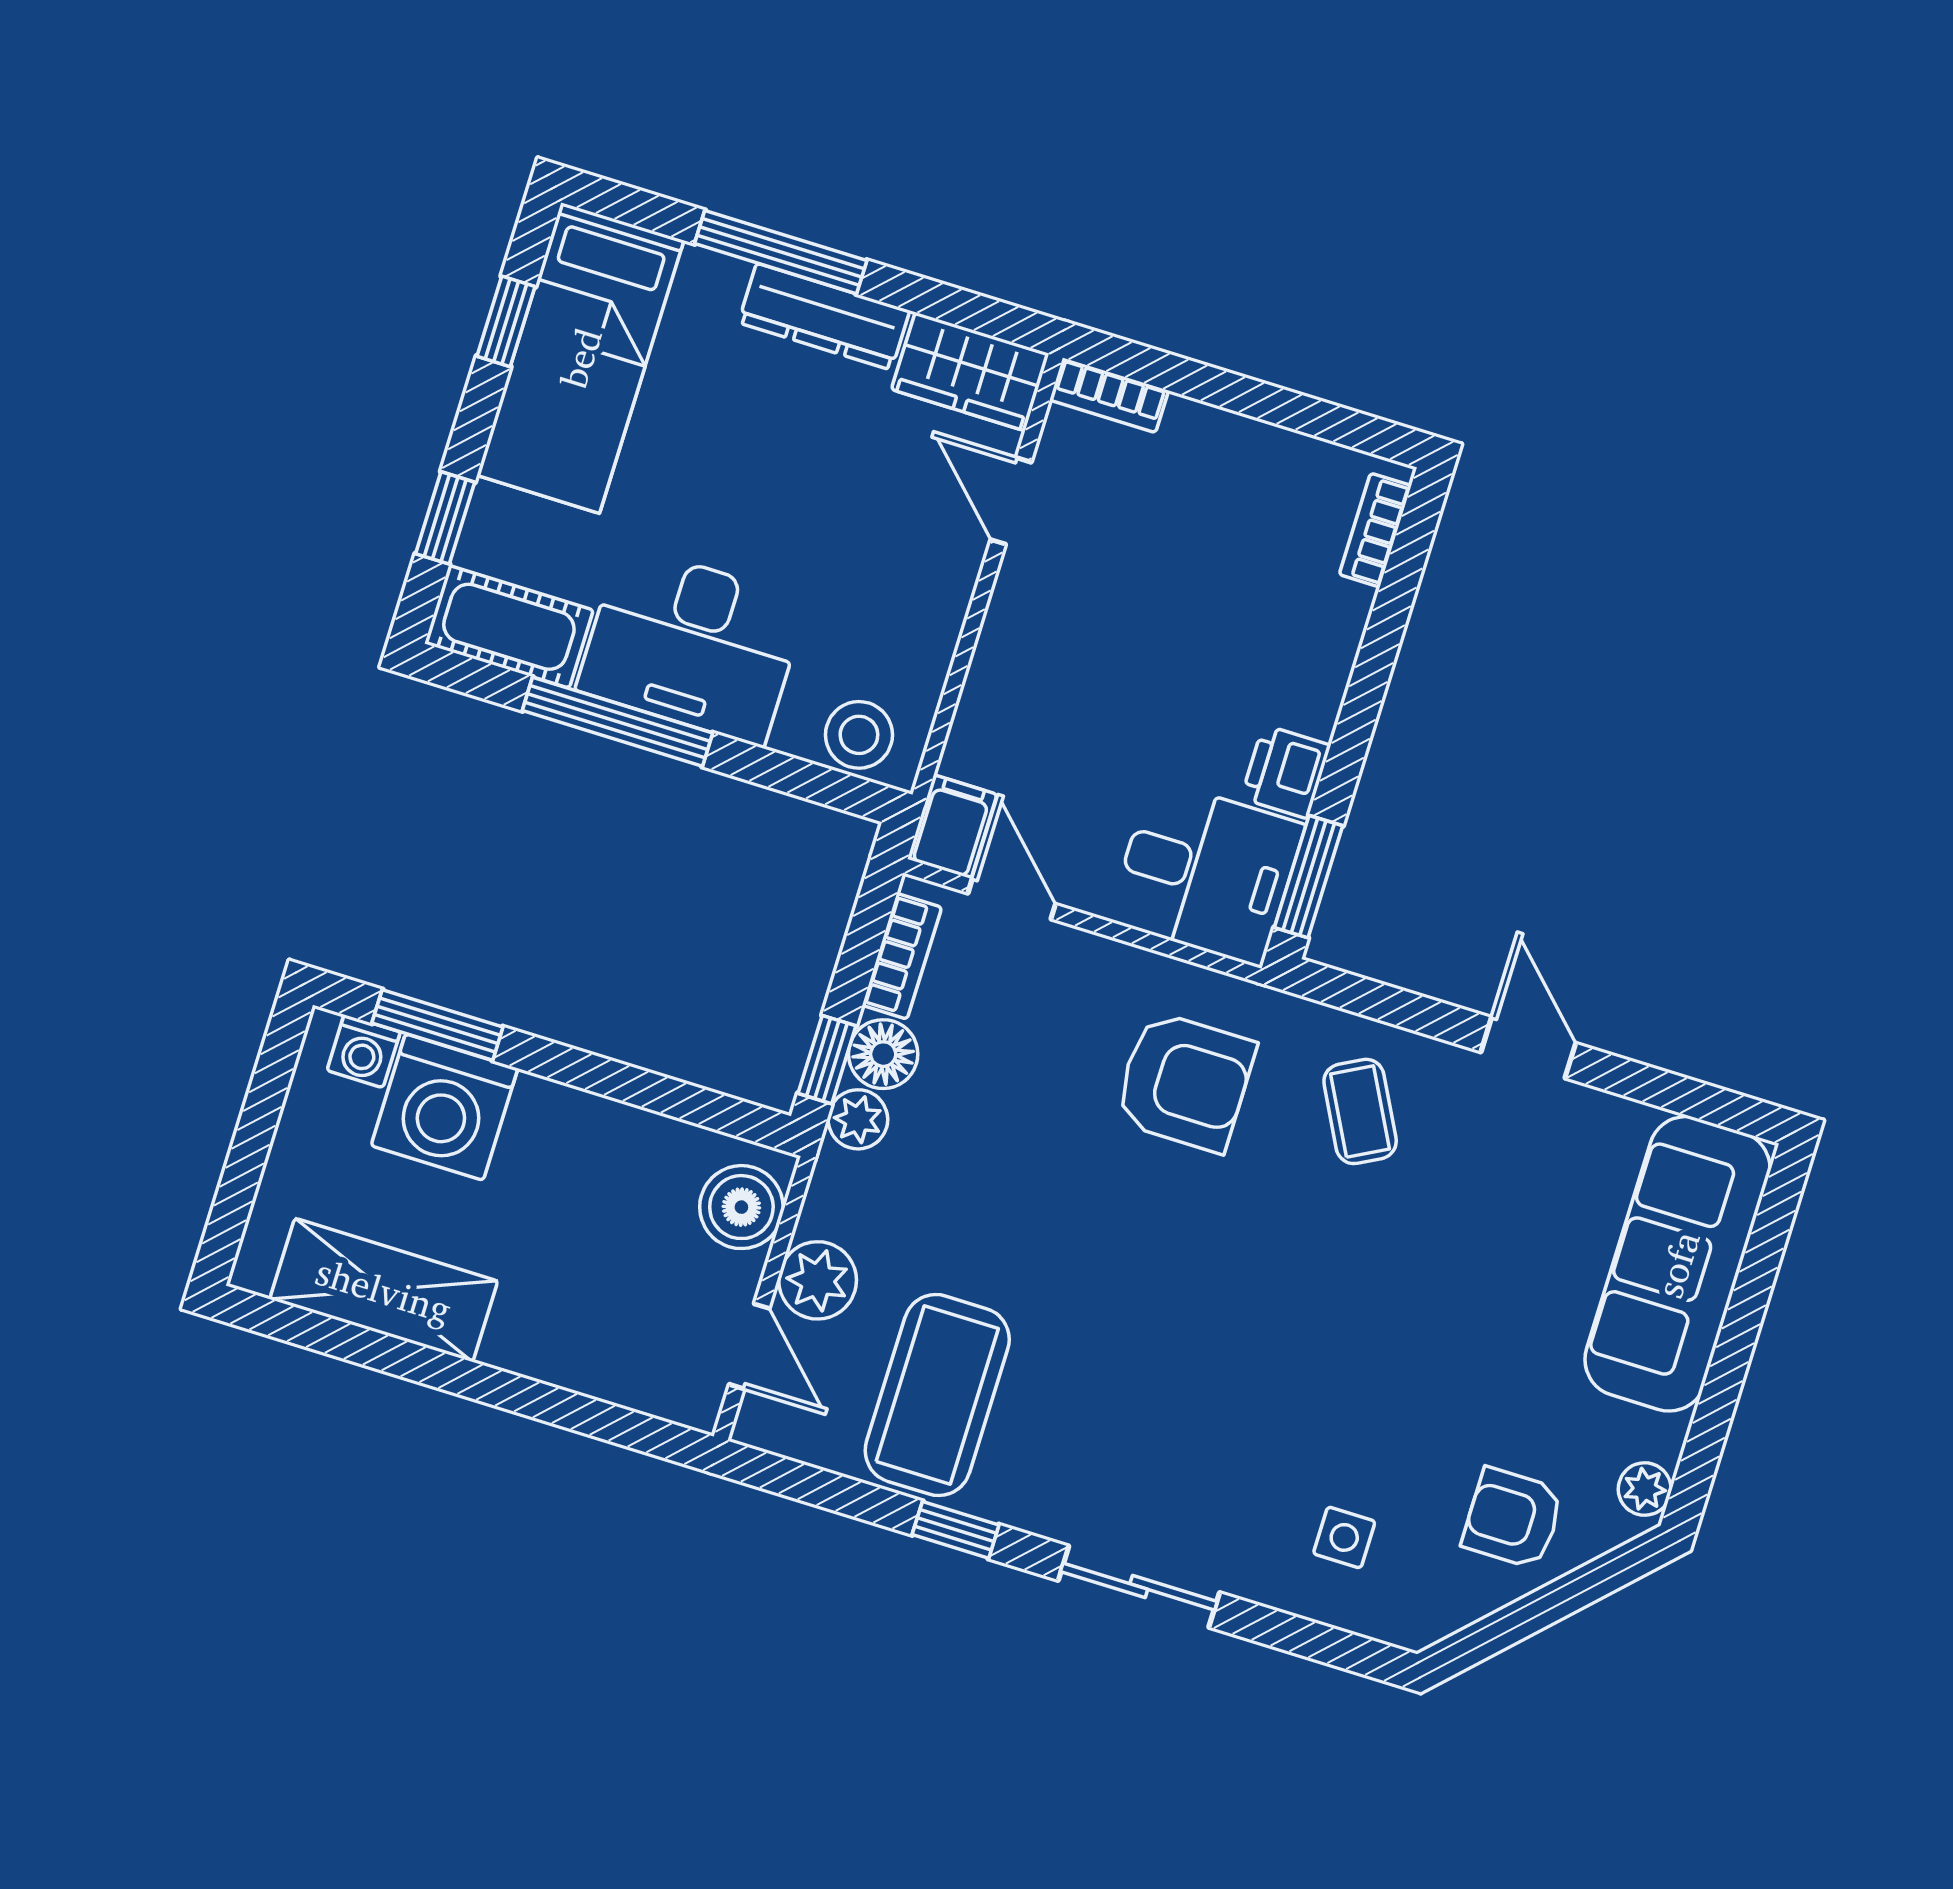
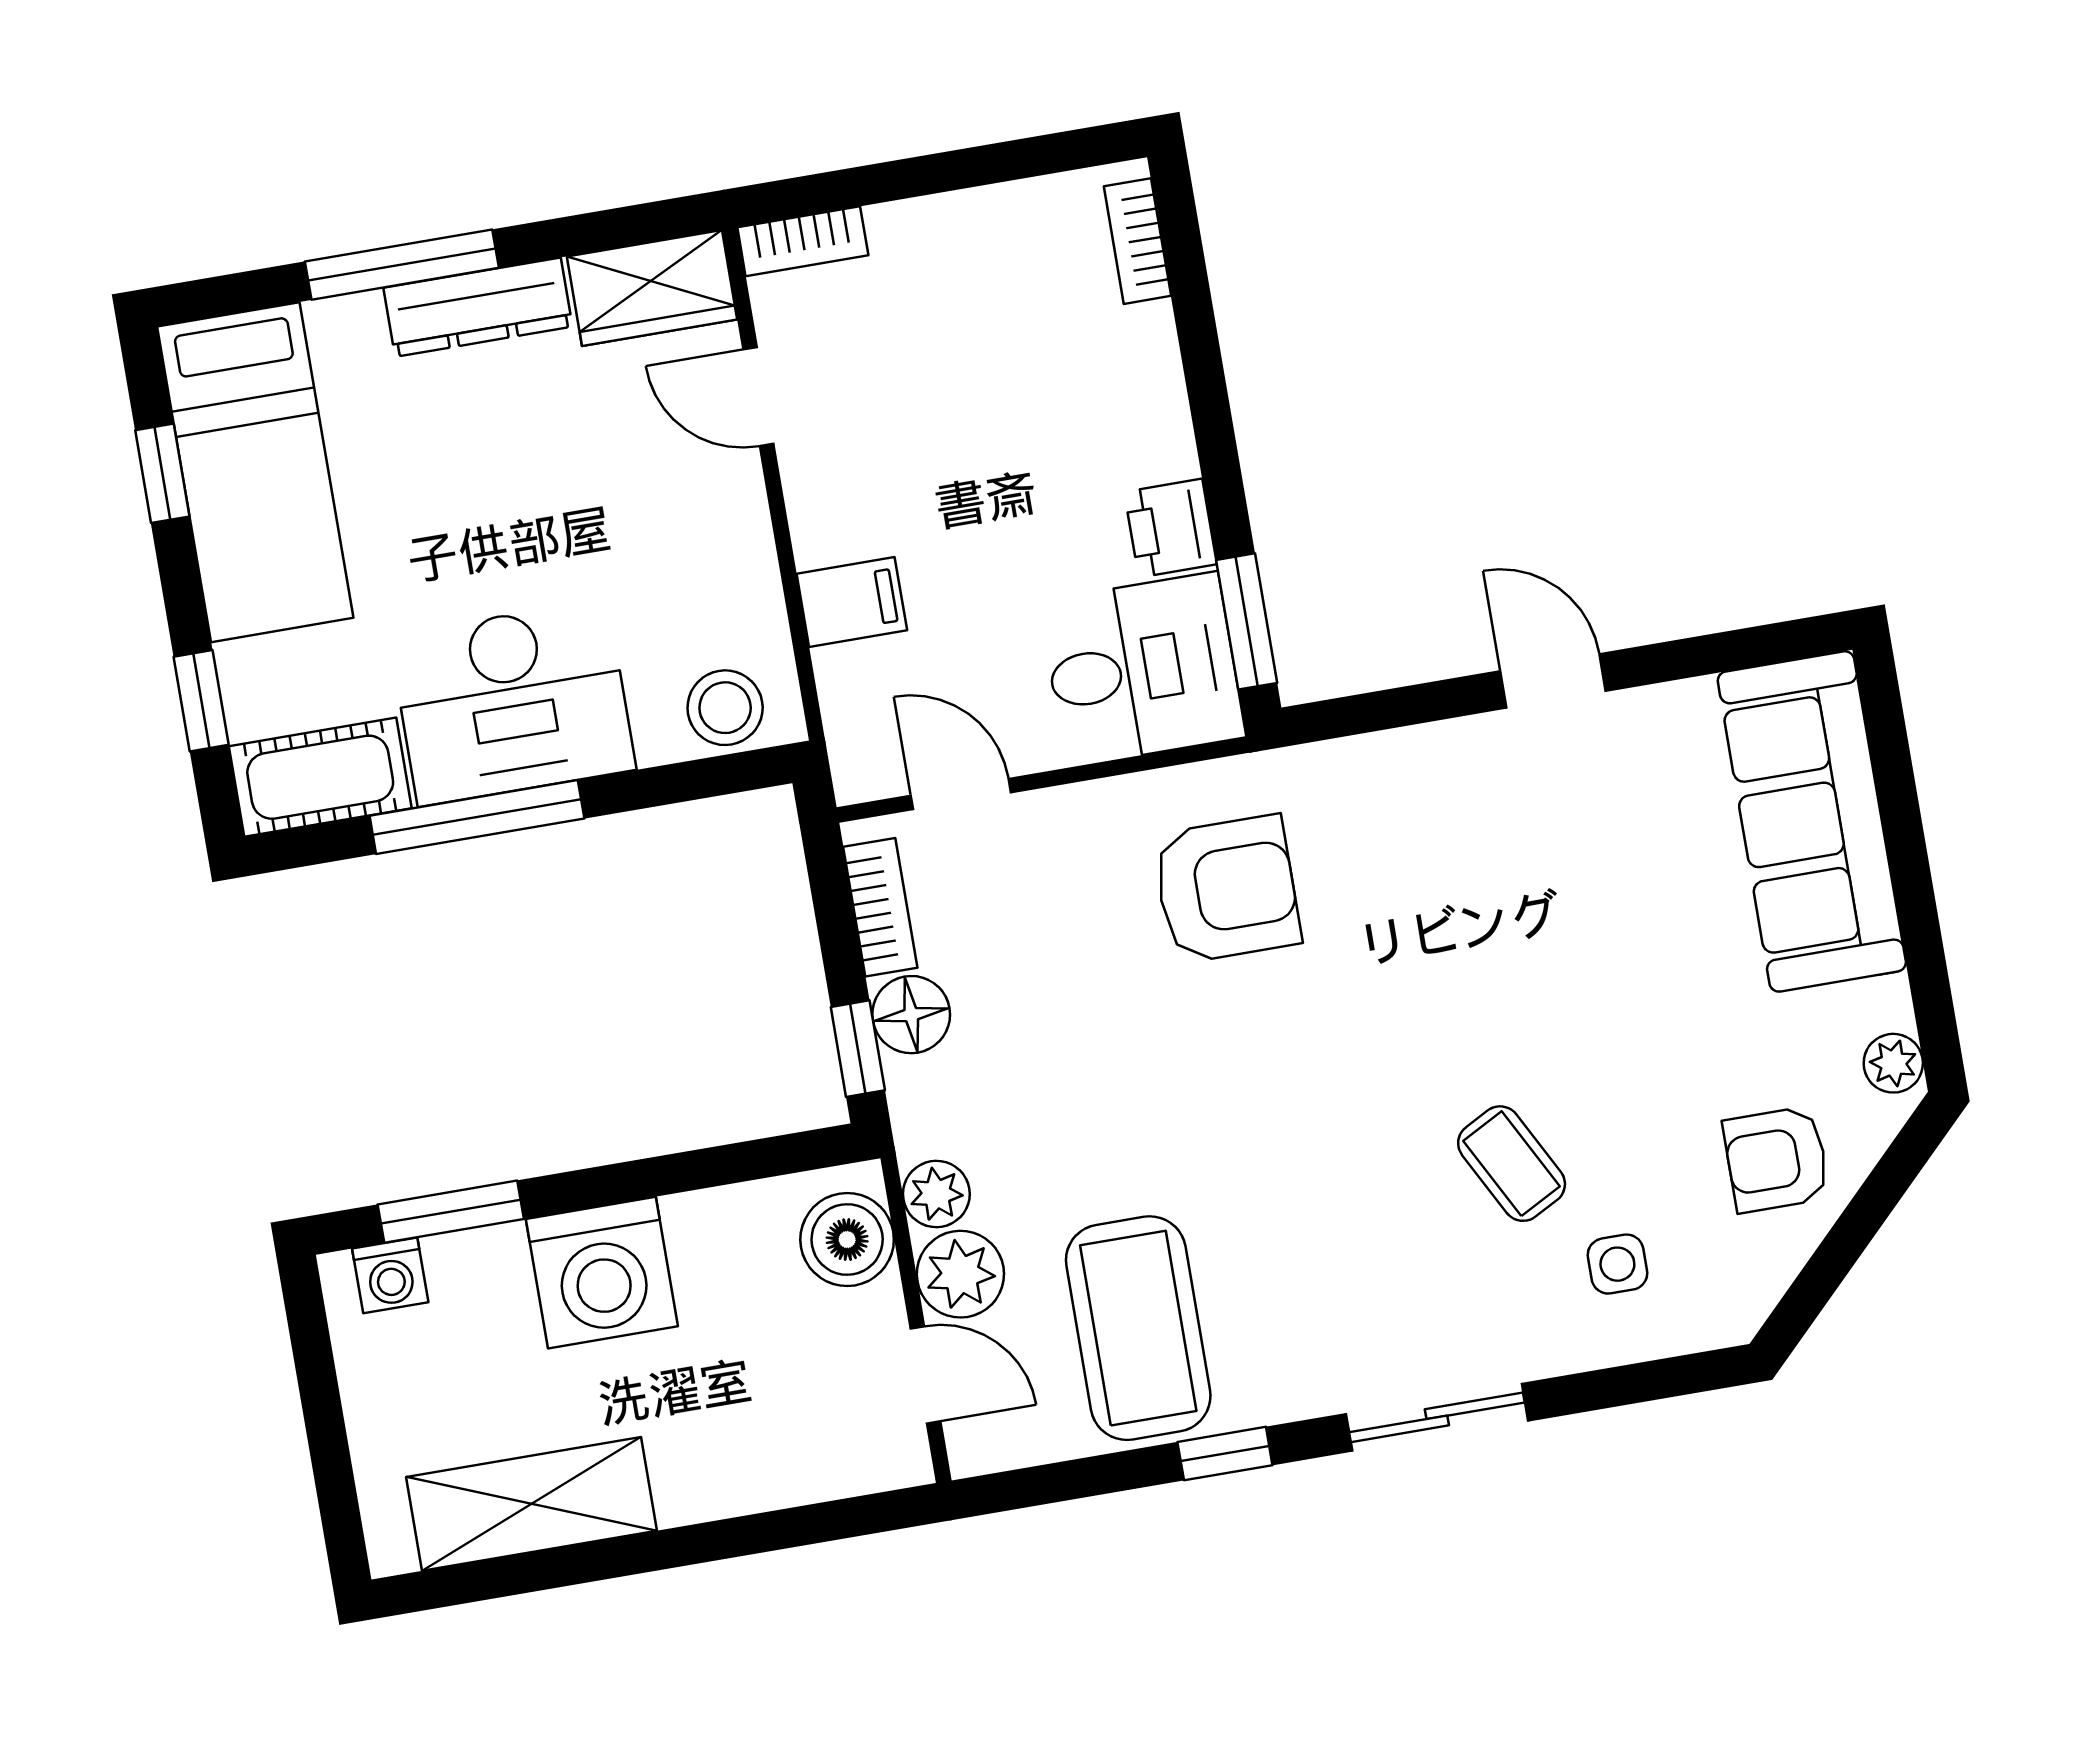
filing cabinet: (952, 827) -> (852, 602), moved, turned 90
washing machine: (444, 1107) -> (602, 1273), moved
coffee table: (1360, 1111) -> (1512, 1164), moved
plant: (858, 1119) -> (936, 1194), moved

